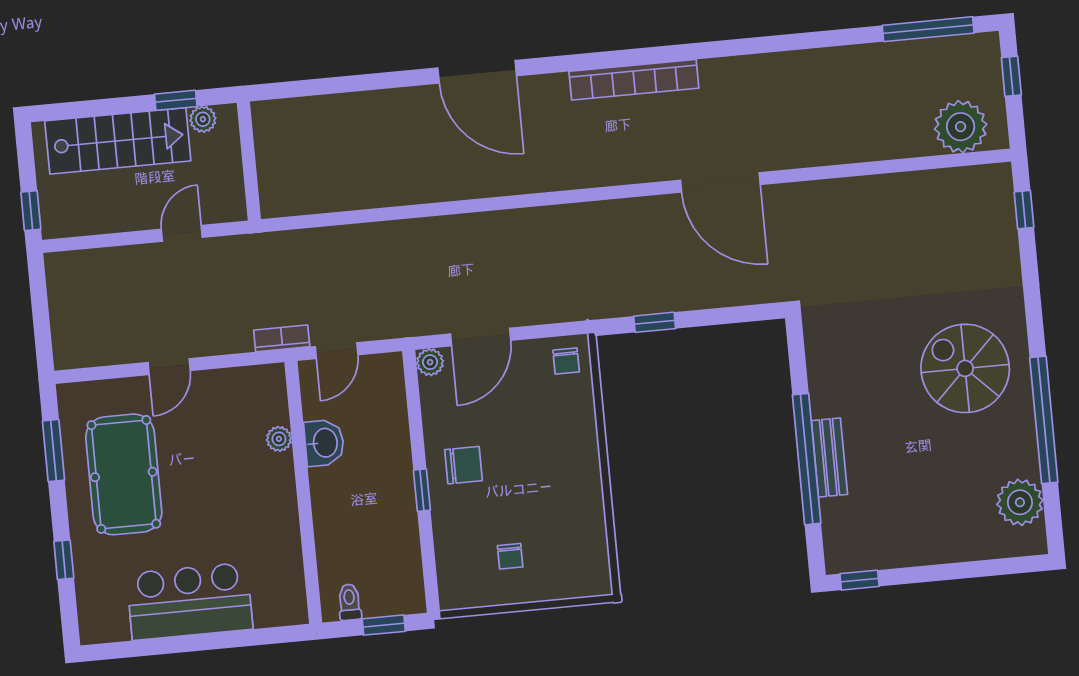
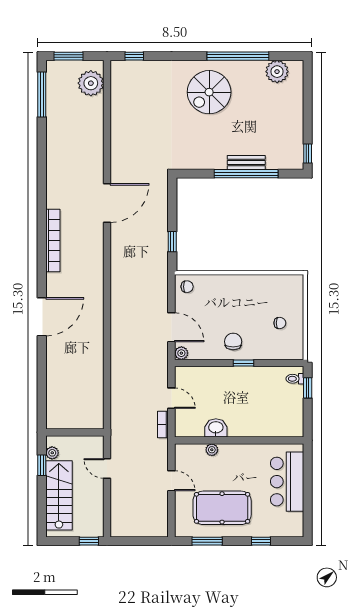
window: (1011, 76) -> (69, 56), width x1.50
plant: (279, 439) -> (212, 450), moved
washbasin: (324, 443) -> (216, 428), moved
wall: (303, 492) -> (239, 440), moved
toilet: (350, 602) -> (295, 379), moved

